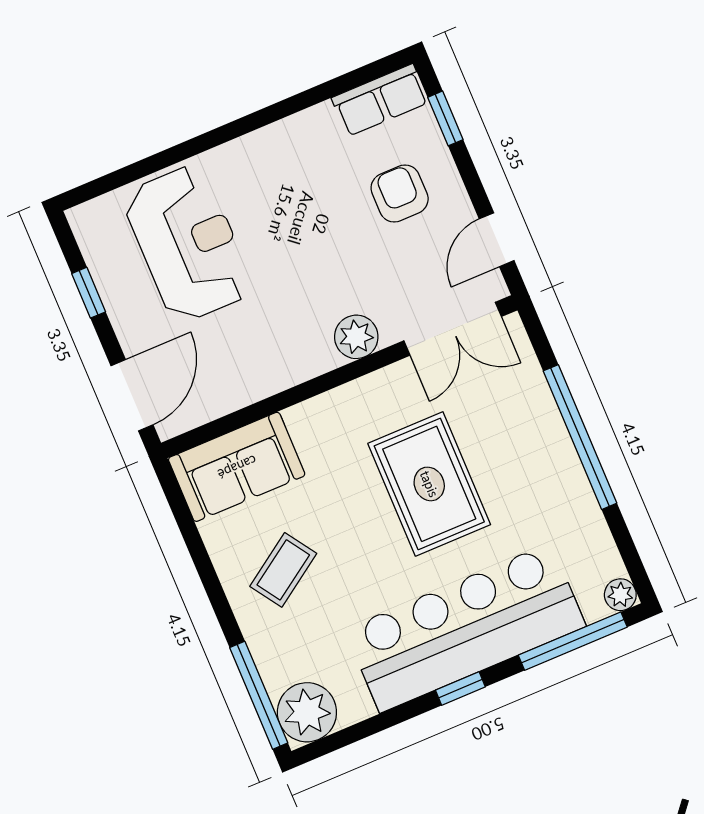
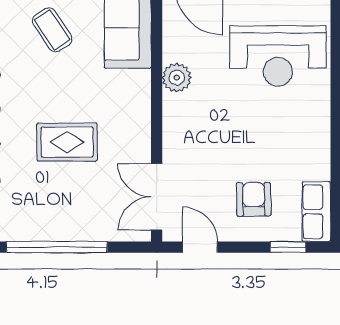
armchair: (400, 194) -> (254, 199), turned -91
plant: (356, 337) -> (177, 78), moved
rug: (429, 484) -> (67, 142), width x0.73, depth x0.70

